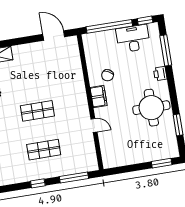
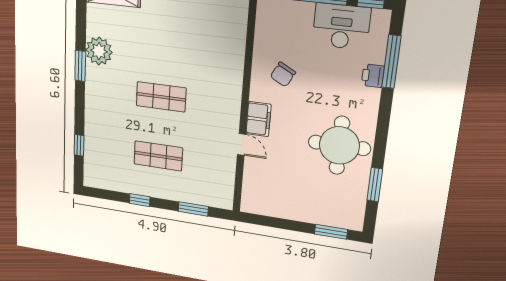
printer: (160, 74) -> (373, 76), moved
filing cabinet: (99, 97) -> (258, 119), moved
window: (74, 178) -> (193, 209), width x0.69

